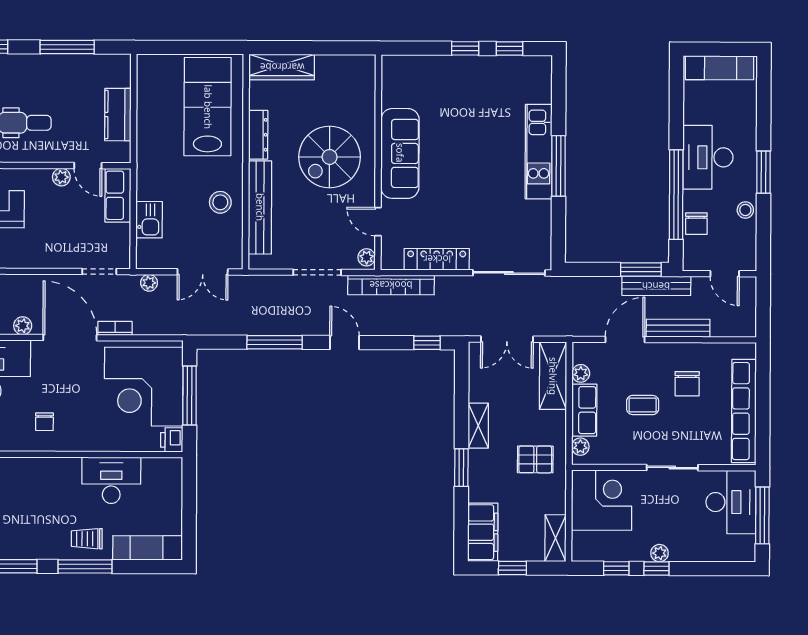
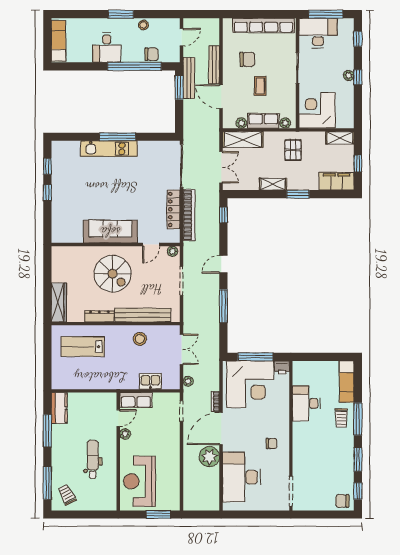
lab bench: (208, 107) -> (83, 347), width x0.73, depth x0.72
kitchen counter: (118, 115) -> (59, 408), moved, turned -90
desk: (708, 157) -> (107, 47), width x0.73
bookcase: (391, 285) -> (189, 215), moved
plant: (23, 326) -> (209, 457), width x1.87, depth x1.87
window: (616, 568) -> (358, 39), moved

